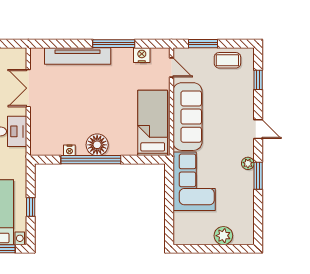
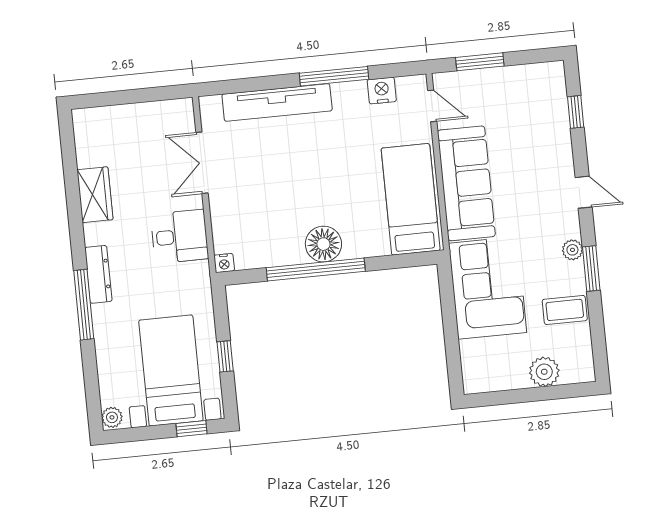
coffee table: (227, 60) -> (565, 310), moved
nightstand: (69, 150) -> (224, 263), moved

